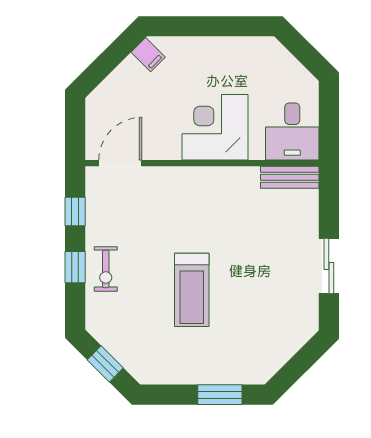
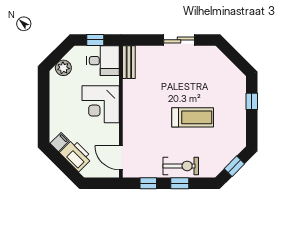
plant: (279, 61) -> (63, 68), added
printer: (125, 83) -> (76, 155), added
window: (329, 118) -> (95, 40), added
exercise bike: (106, 269) -> (181, 166), width x1.38, depth x1.39
window: (220, 395) -> (252, 101), width x0.67

